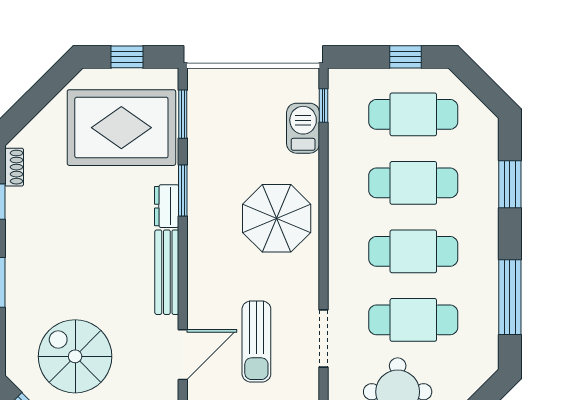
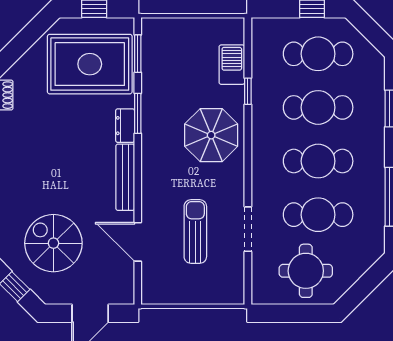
window: (324, 106) -> (248, 91), moved
sun lounger: (256, 341) -> (195, 232), turned 180
door: (183, 355) -> (138, 242), swing flipped

